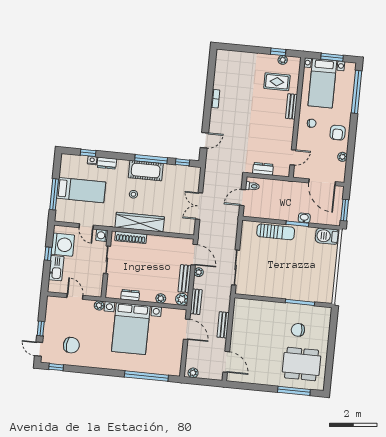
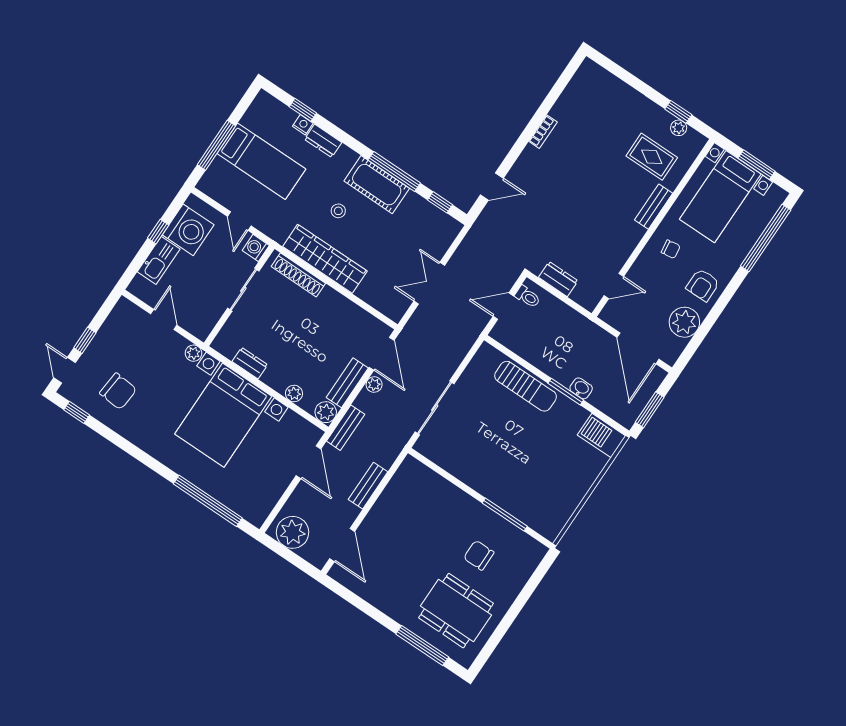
plant: (342, 157) -> (684, 322), width x1.88, depth x1.88
plant: (193, 373) -> (293, 532), width x1.87, depth x1.87

